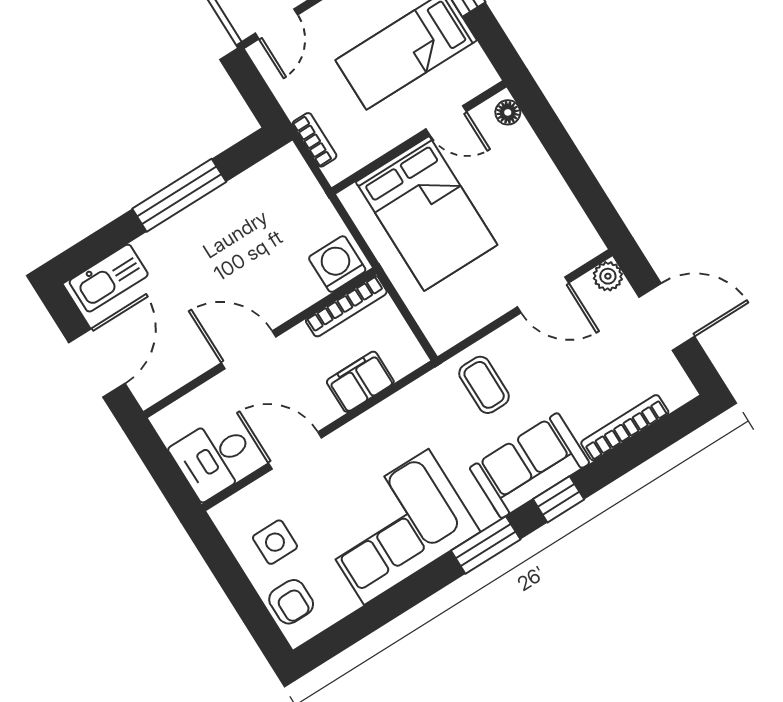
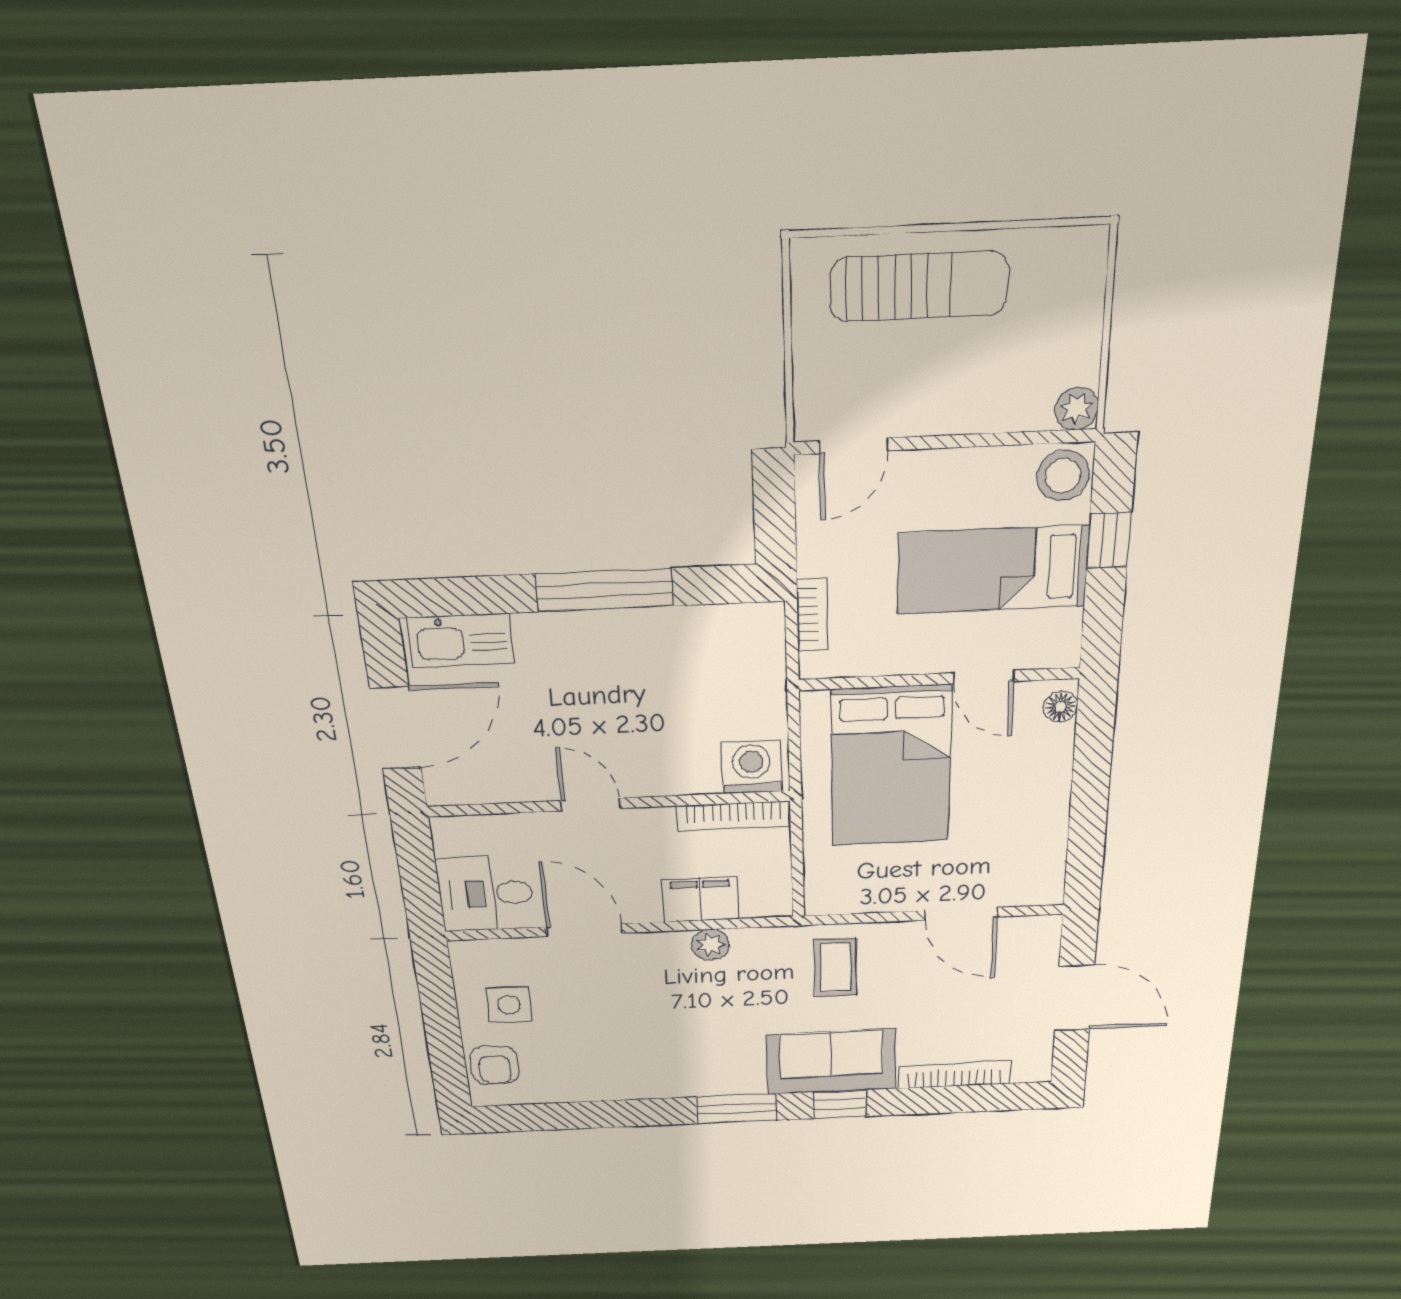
plant: (608, 276) -> (711, 945), moved
door: (249, 350) -> (591, 805), width x0.73
corner sofa: (396, 527) -> (652, 1051), removed

